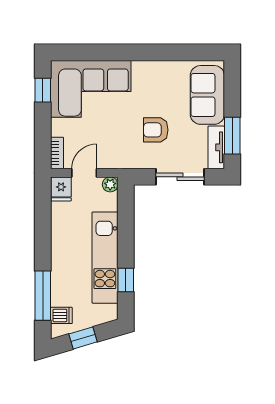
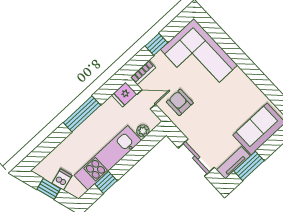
window: (43, 90) -> (156, 44), moved
armchair: (156, 130) -> (180, 102), moved
plant: (110, 184) -> (143, 131), moved
window: (43, 296) -> (82, 114), moved
dishwasher: (61, 315) -> (62, 179), moved, turned -107

